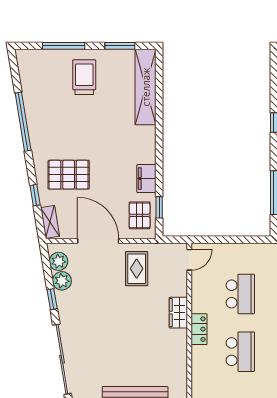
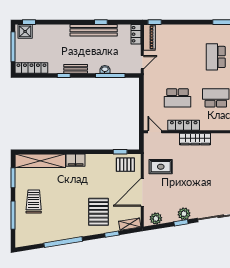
trolley: (84, 77) -> (34, 201), turned 90
filing cabinet: (146, 179) -> (76, 160), moved
plant: (62, 281) -> (184, 214), moved
school desk: (240, 294) -> (178, 98), turned 180
wardrobe: (178, 313) -> (195, 139), width x1.50
locker: (199, 329) -> (184, 125), moved, width x1.53

